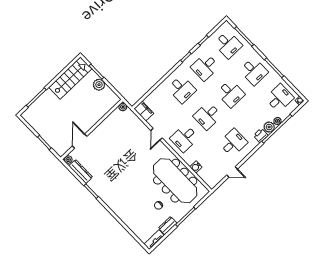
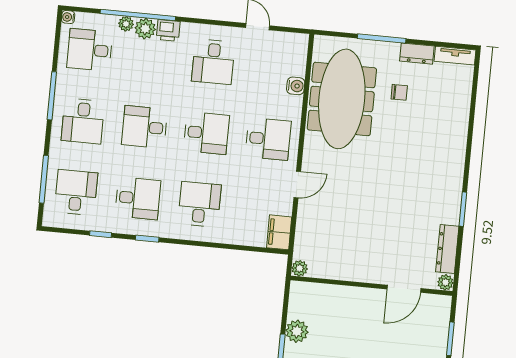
desk: (254, 71) -> (83, 121), turned 180
desk: (231, 94) -> (145, 127), turned -90
desk: (233, 143) -> (213, 62), turned -90

